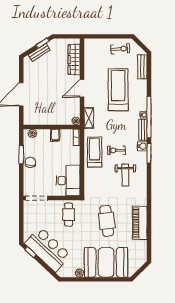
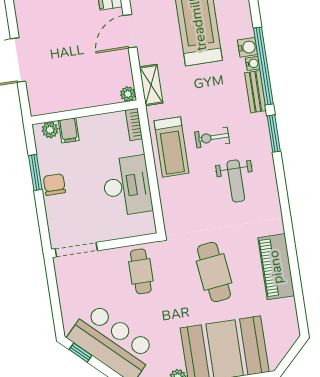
filing cabinet: (55, 135) -> (69, 130), moved
water cooler: (142, 146) -> (248, 47), moved
treadmill: (94, 152) -> (171, 147), turned 180
desk: (68, 181) -> (127, 186), moved

